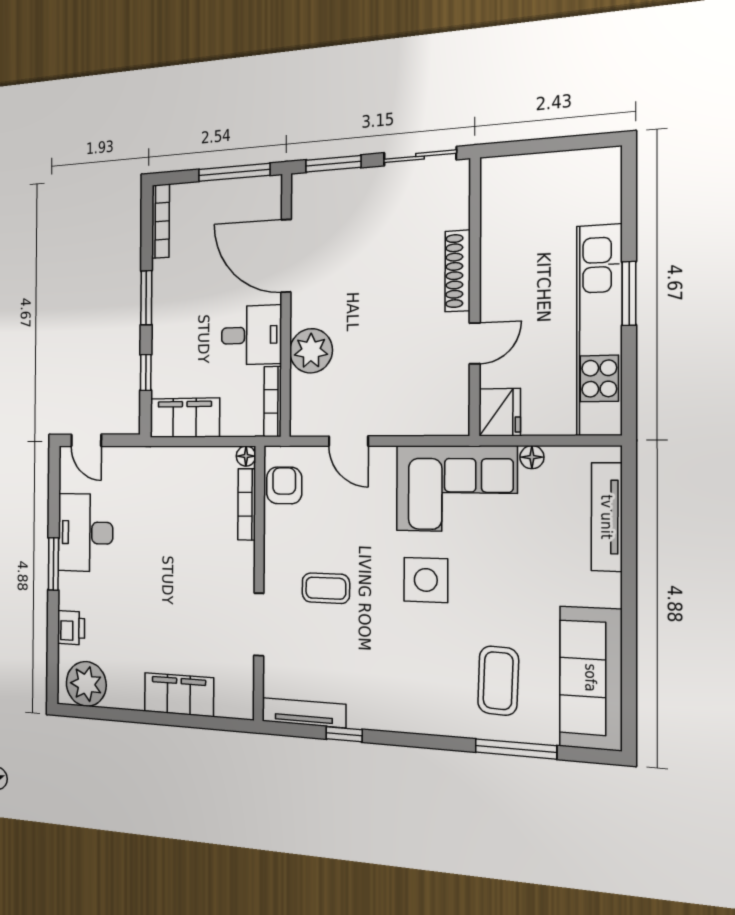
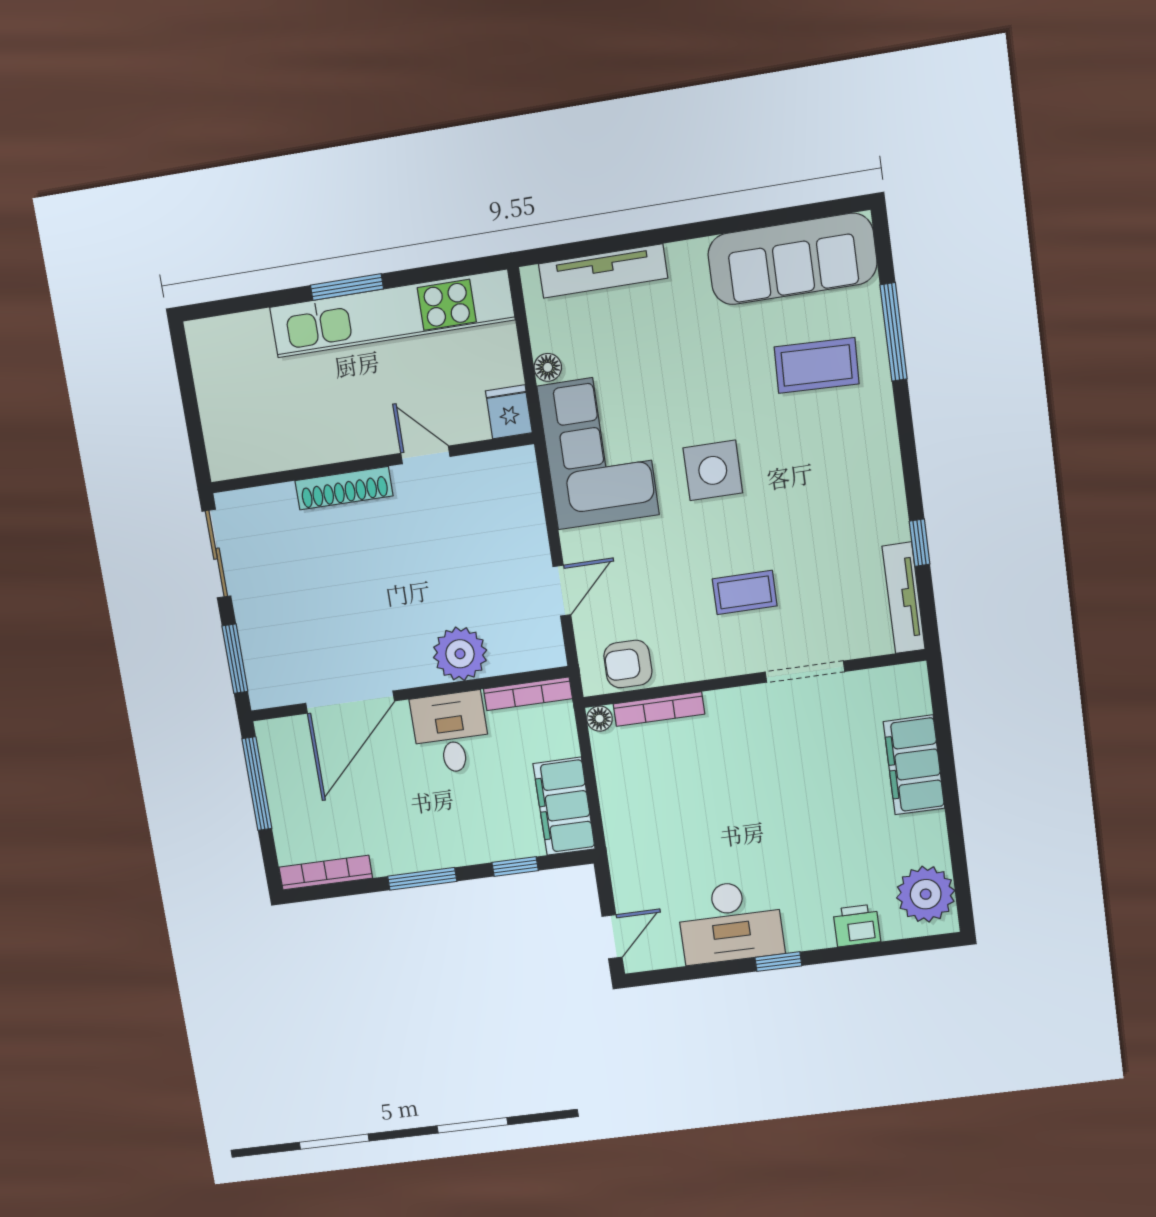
fridge: (500, 412) -> (509, 412), width x0.72
window: (53, 564) -> (778, 962), width x0.67
coffee table: (326, 588) -> (745, 592), turned 90

